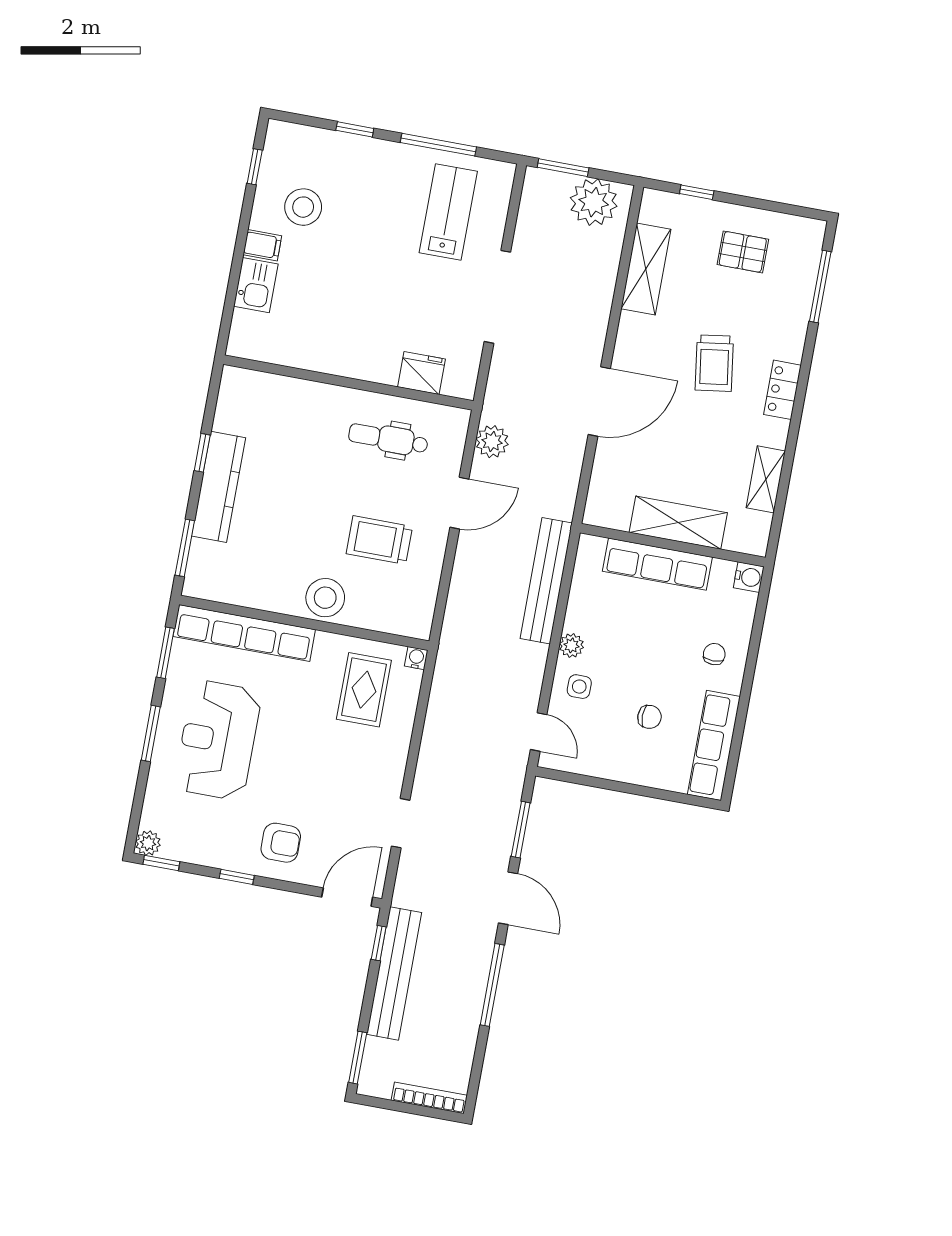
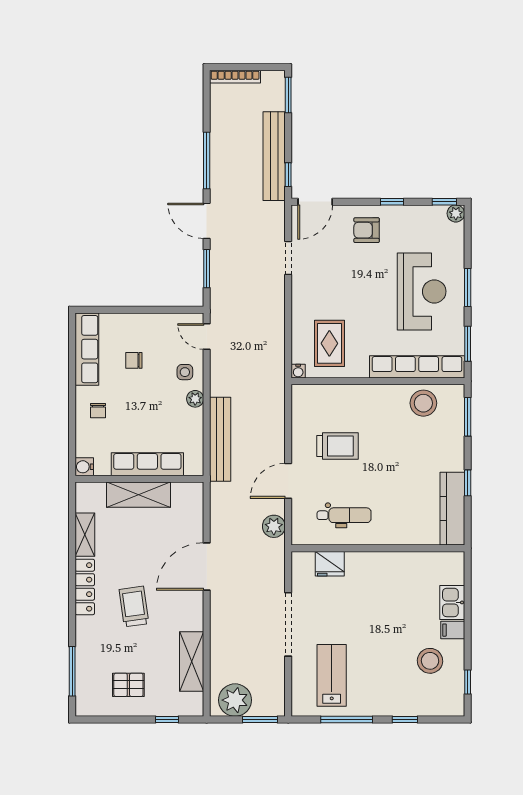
lab bench: (448, 212) -> (332, 675), turned 180
locker: (782, 390) -> (85, 587), width x1.53
kitchen counter: (219, 487) -> (452, 509), moved
stool: (325, 598) -> (423, 403), moved

